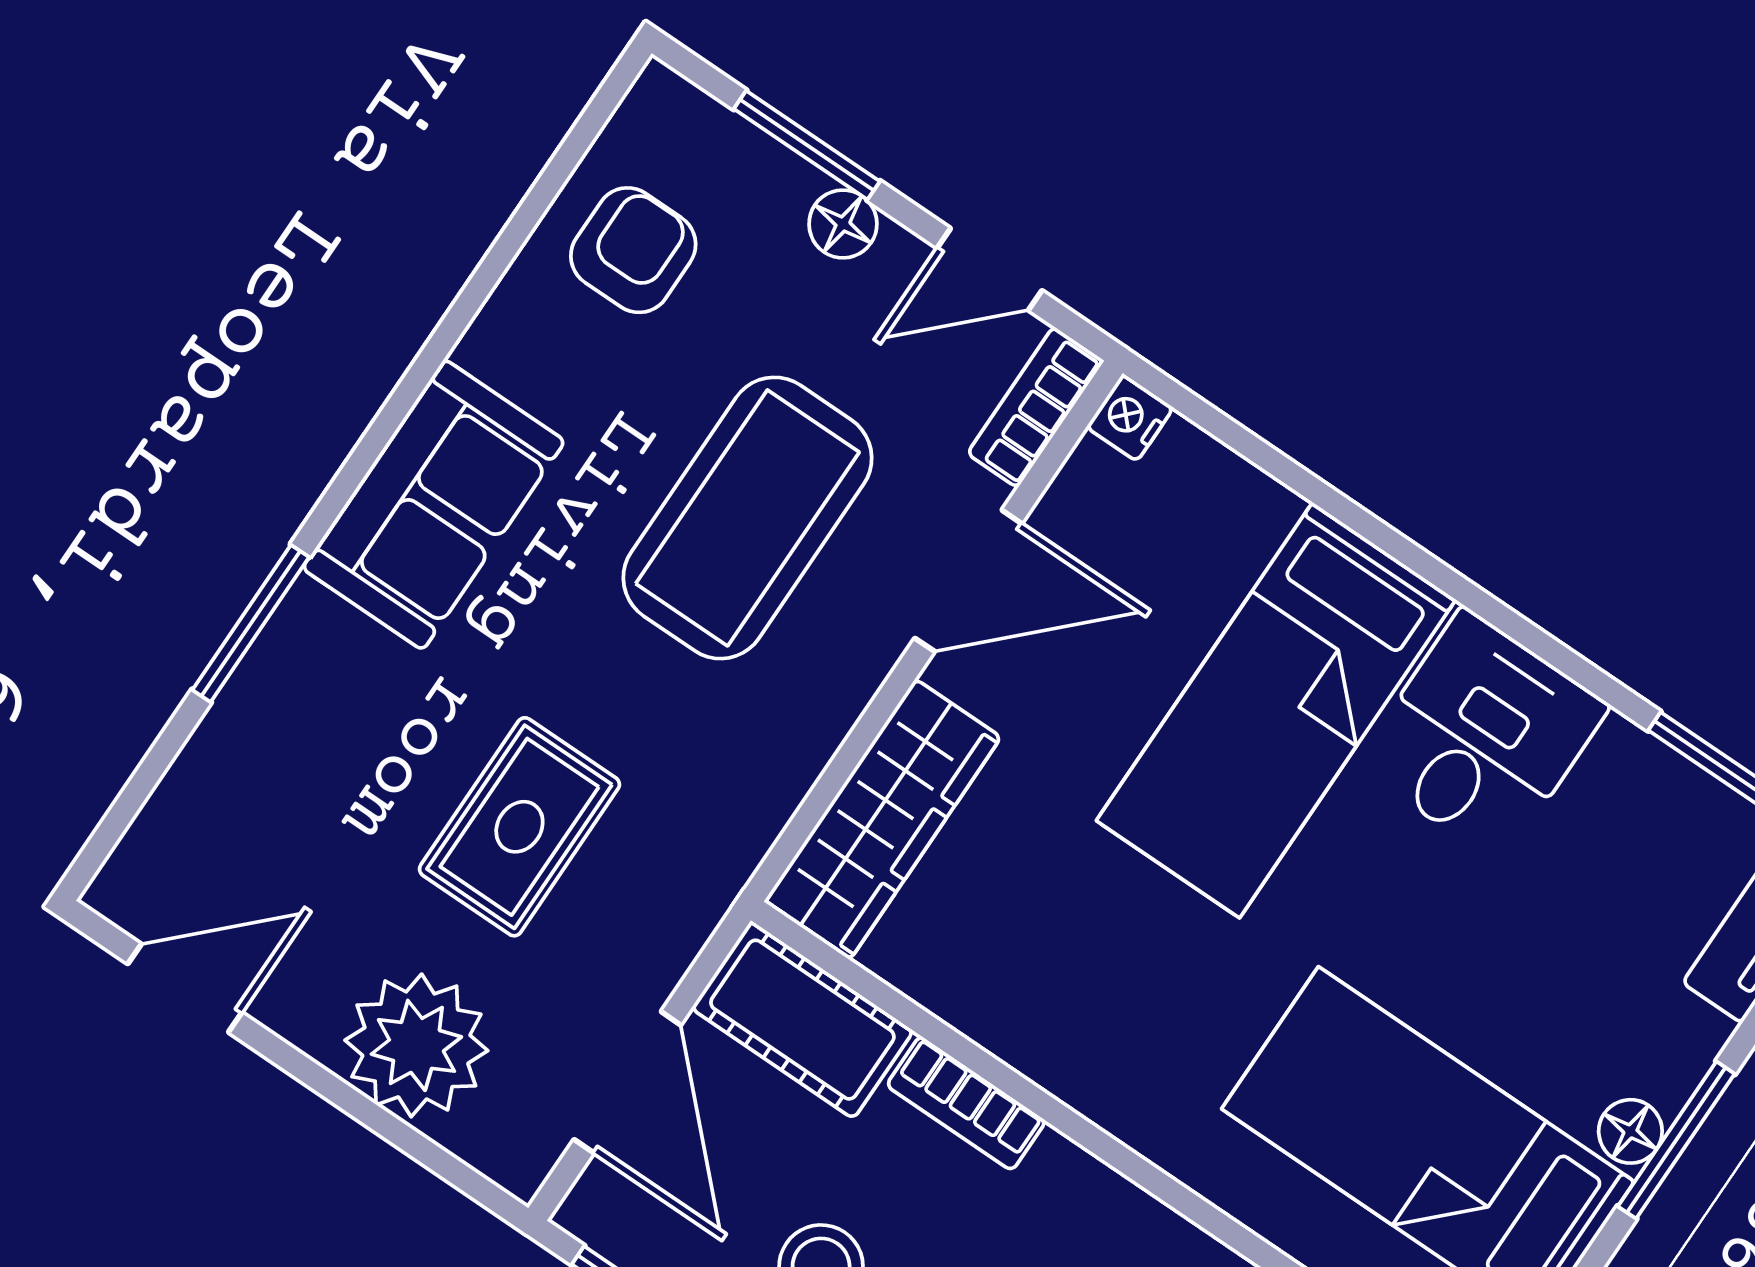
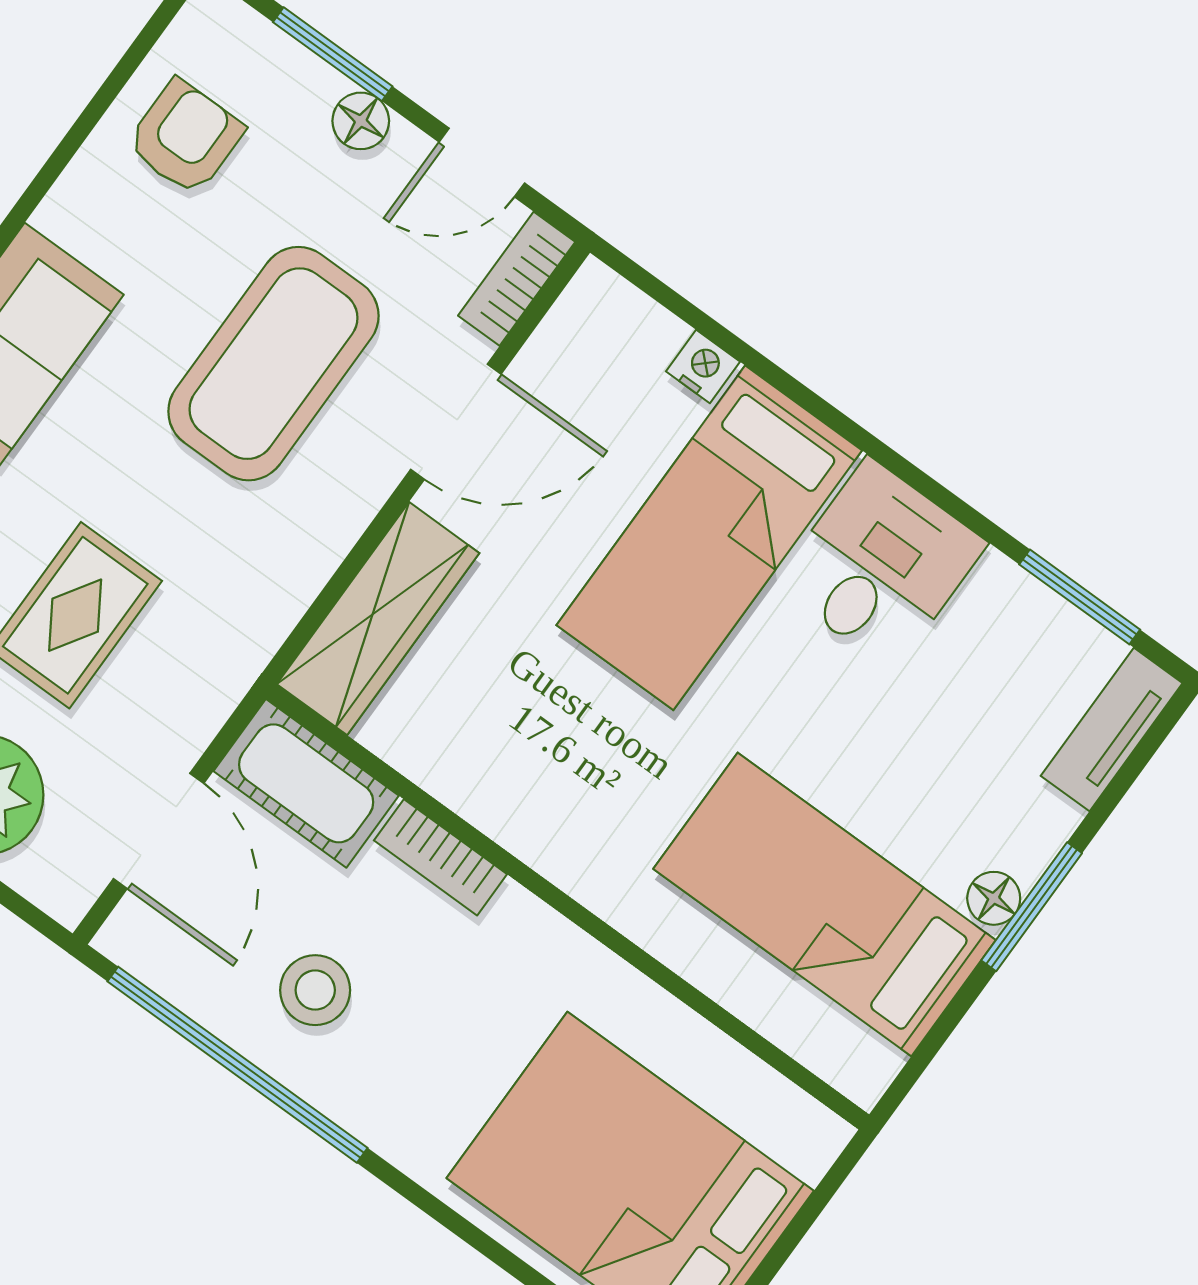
nightstand: (1130, 418) -> (703, 366), moved, turned 90

